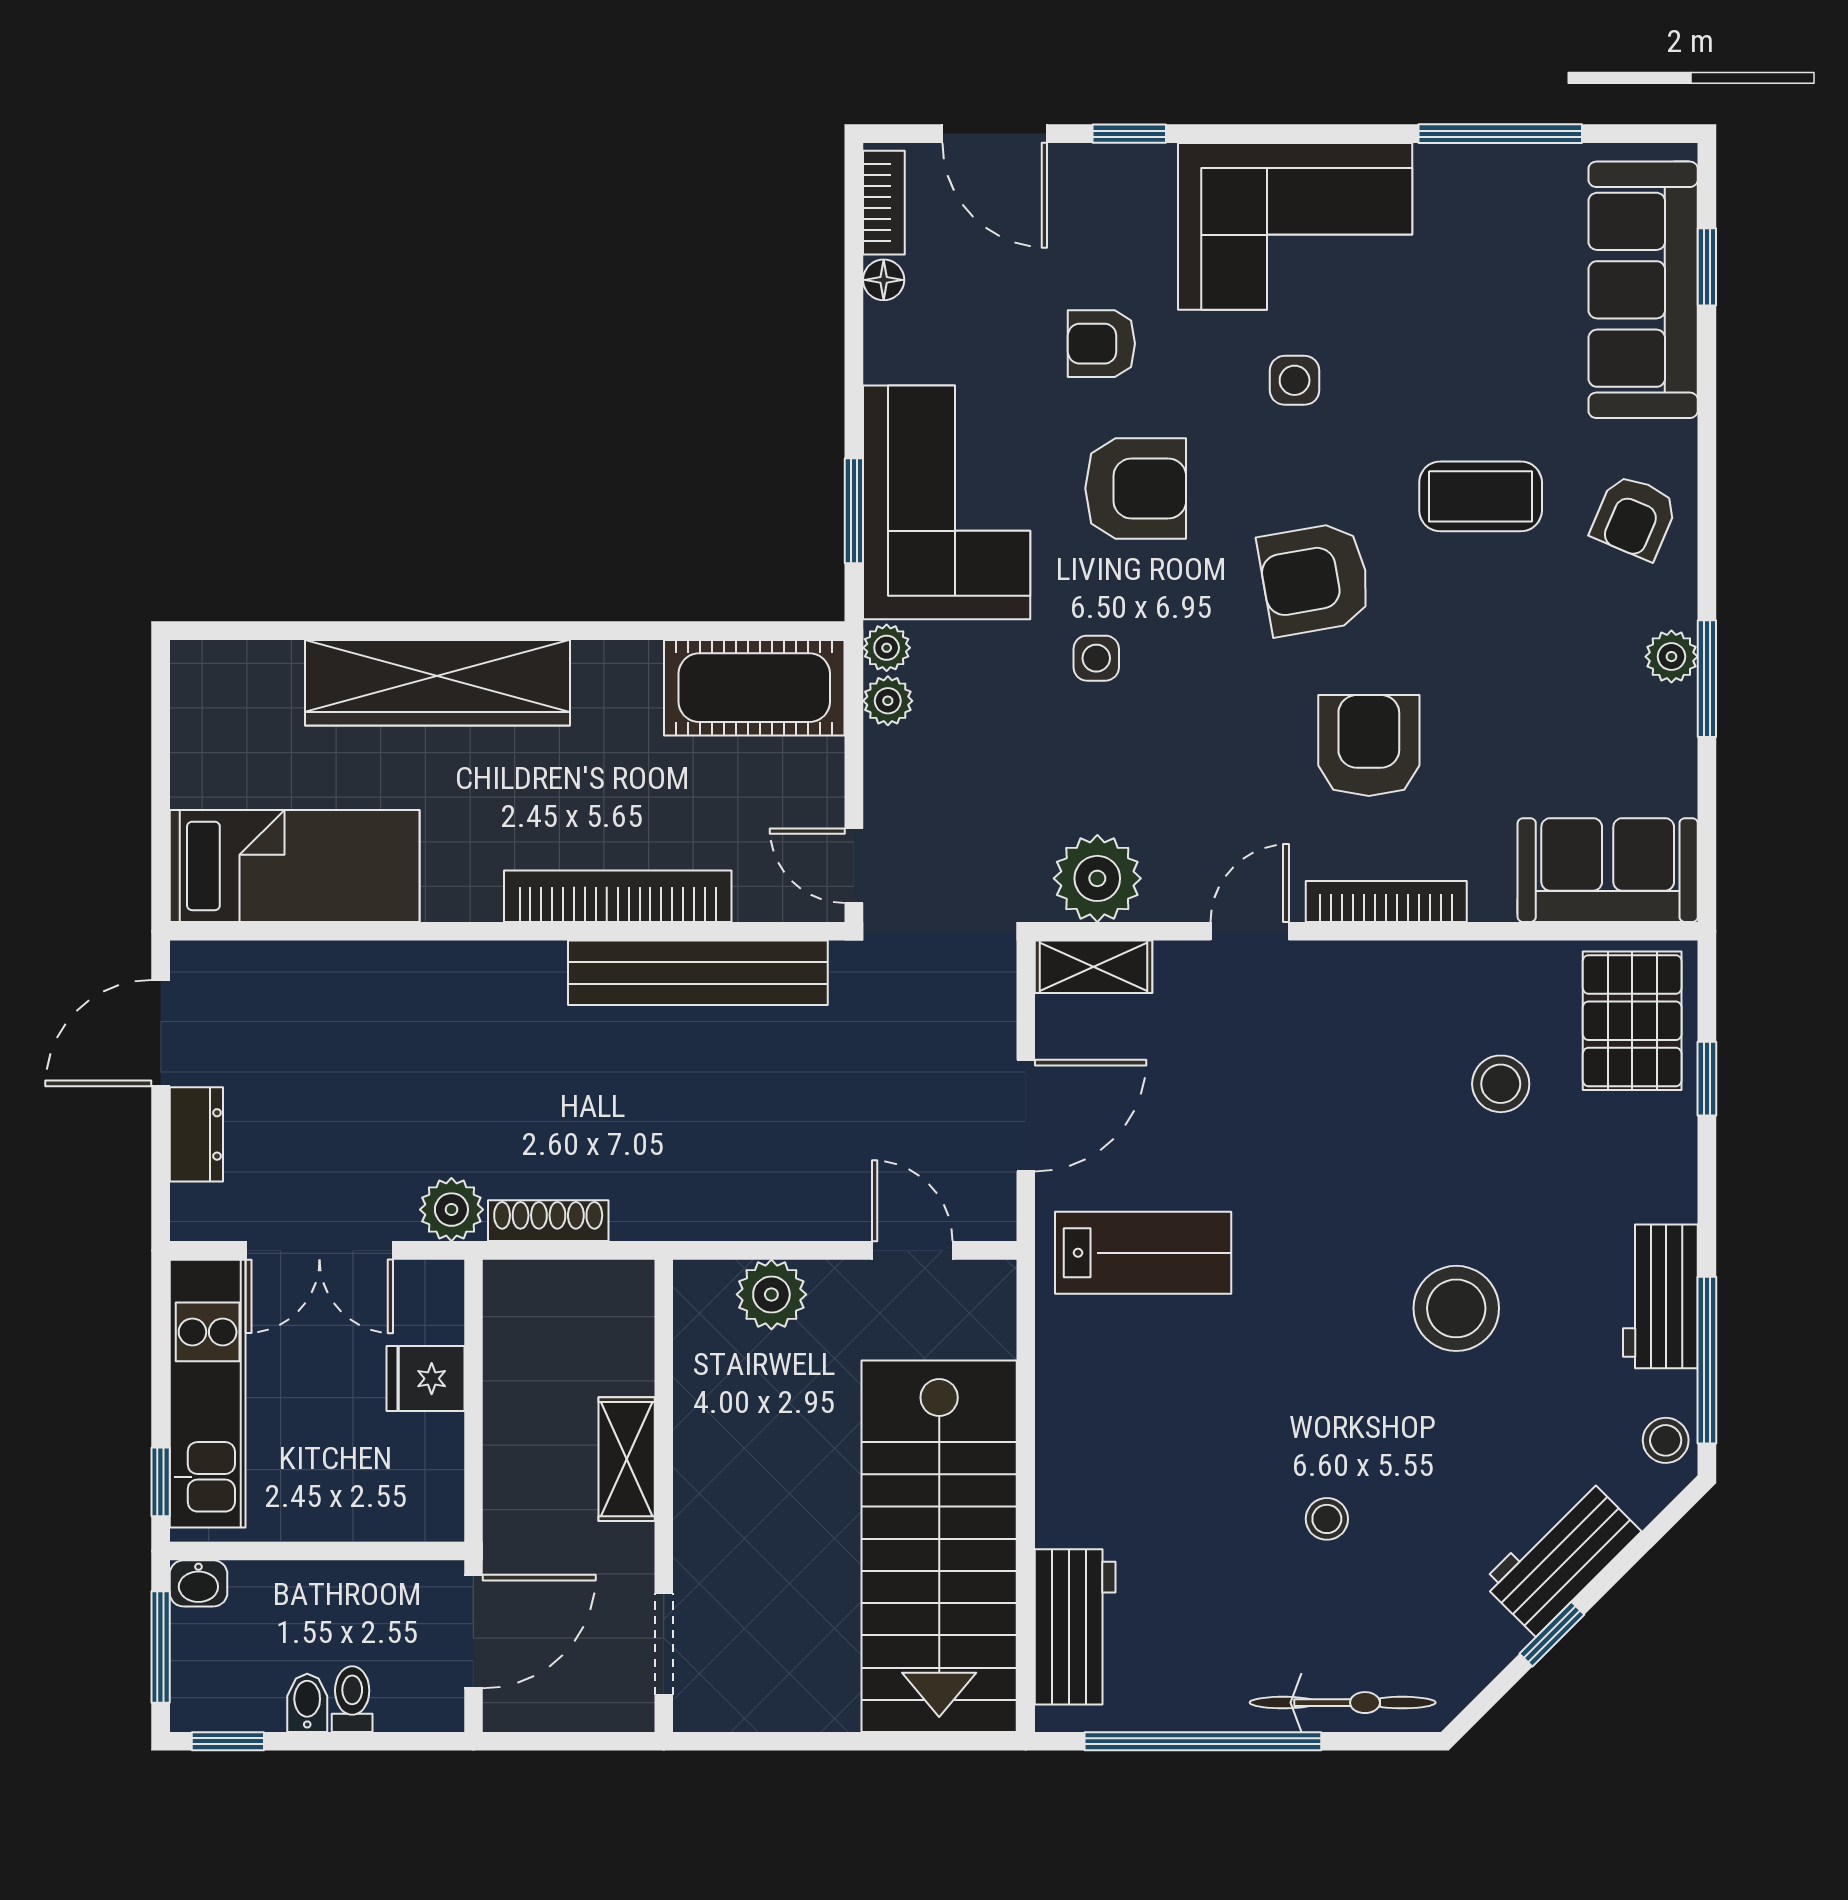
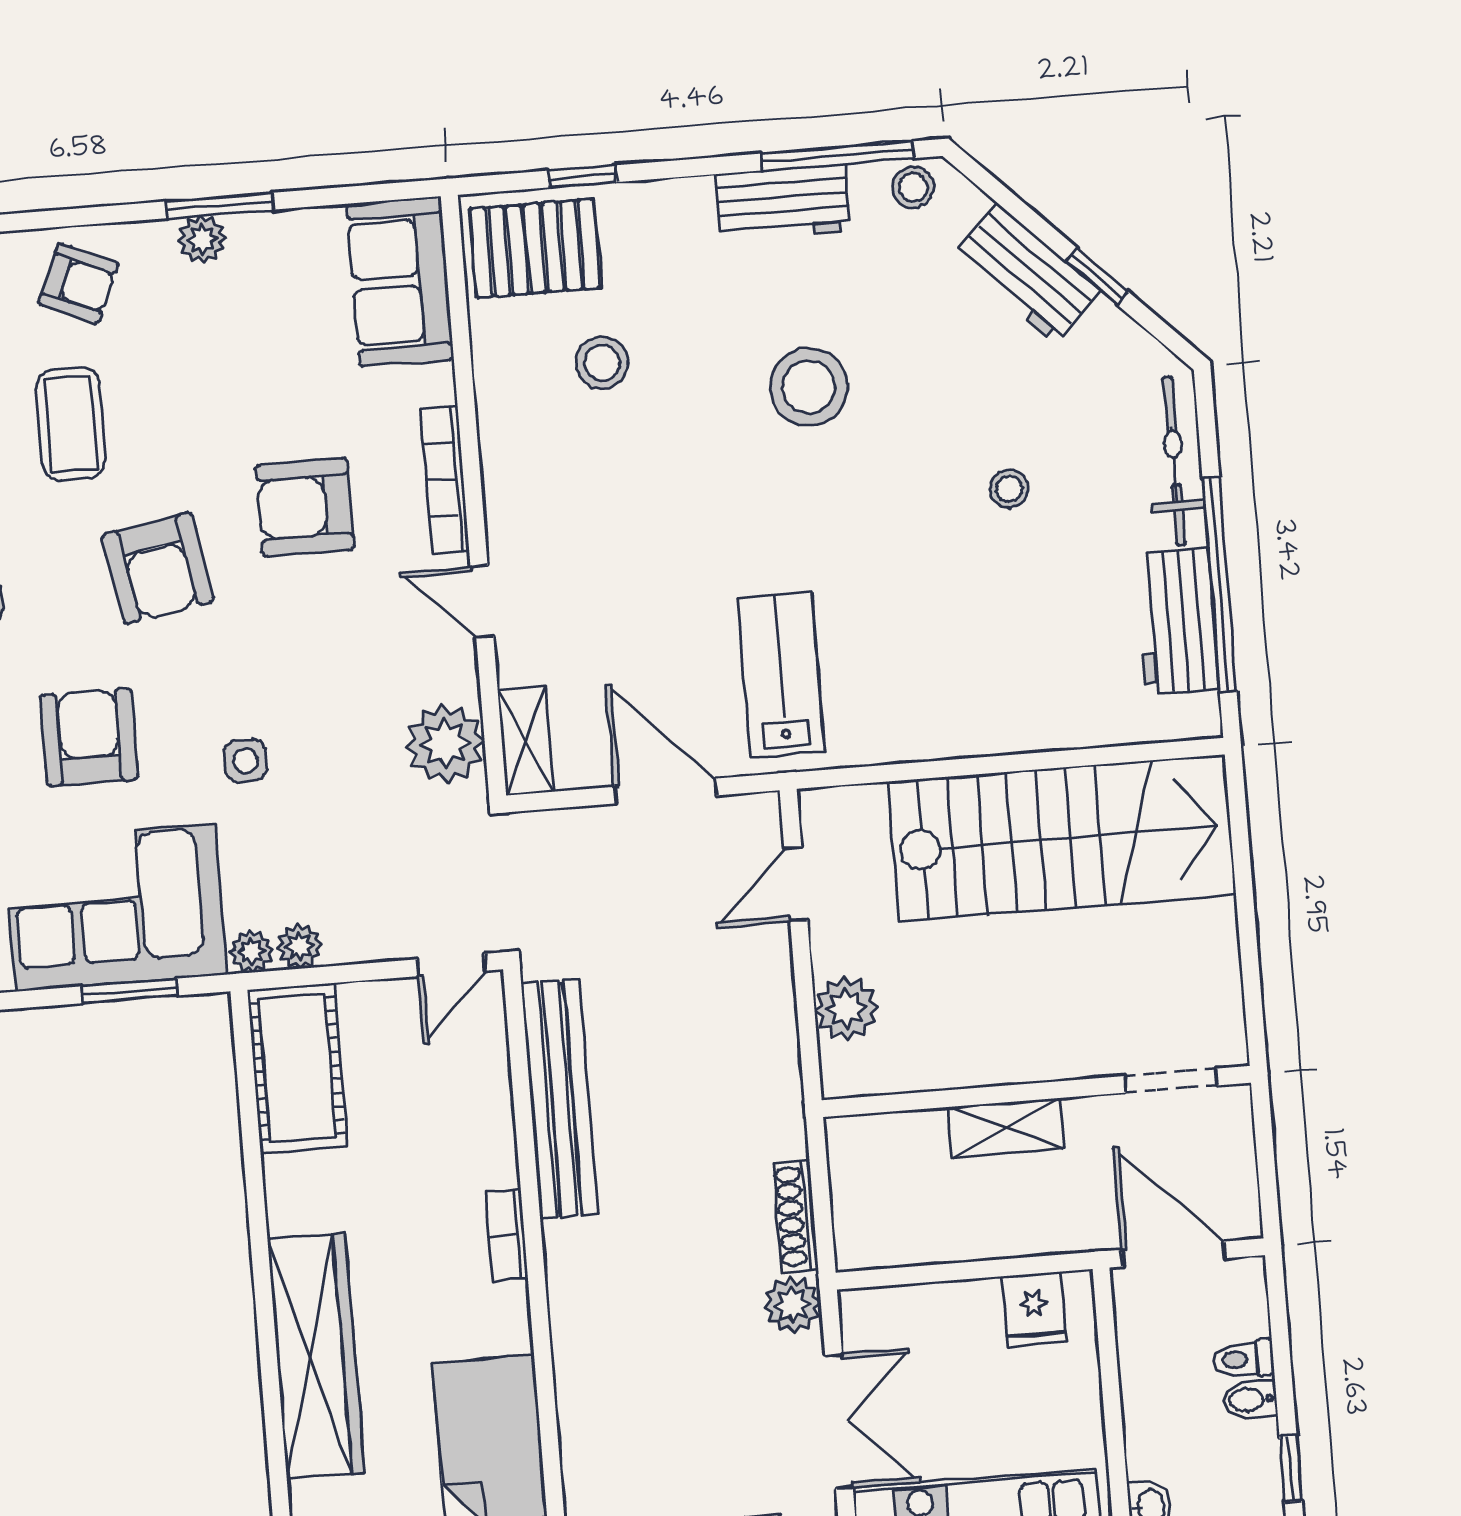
bookcase: (618, 896) -> (507, 1235), width x0.43, depth x0.76
fridge: (425, 1379) -> (1034, 1309), moved
workbench: (1075, 1627) -> (1177, 621), moved, turned -90

